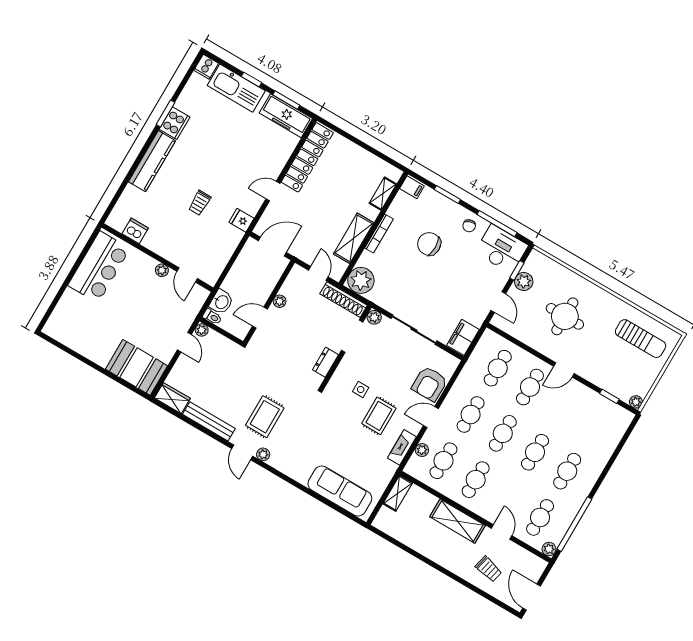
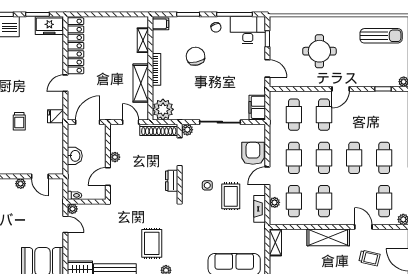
freezer: (286, 116) -> (49, 26), width x0.71
chair: (429, 244) -> (196, 56), turned 78
plant: (524, 282) -> (277, 44), removed
washbasin: (221, 302) -> (75, 156), moved
armchair: (430, 384) -> (253, 153), turned 180

